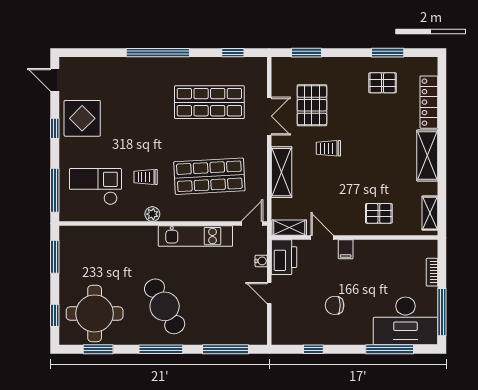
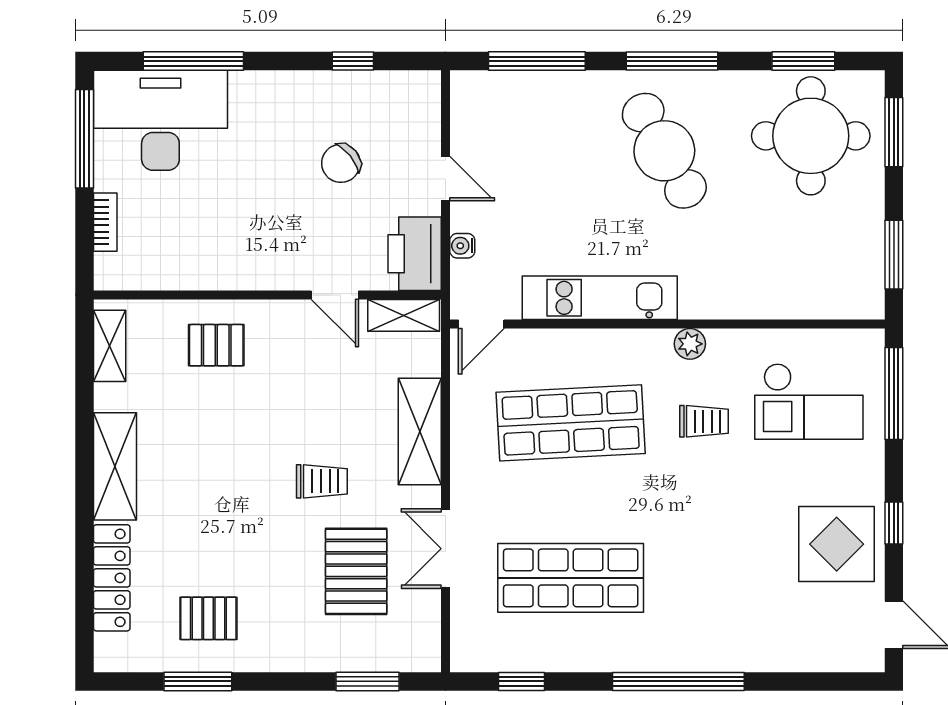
filing cabinet: (346, 249) -> (286, 270), removed
chair: (335, 305) -> (341, 163), moved, turned 141
window: (55, 315) -> (894, 132), width x1.50

